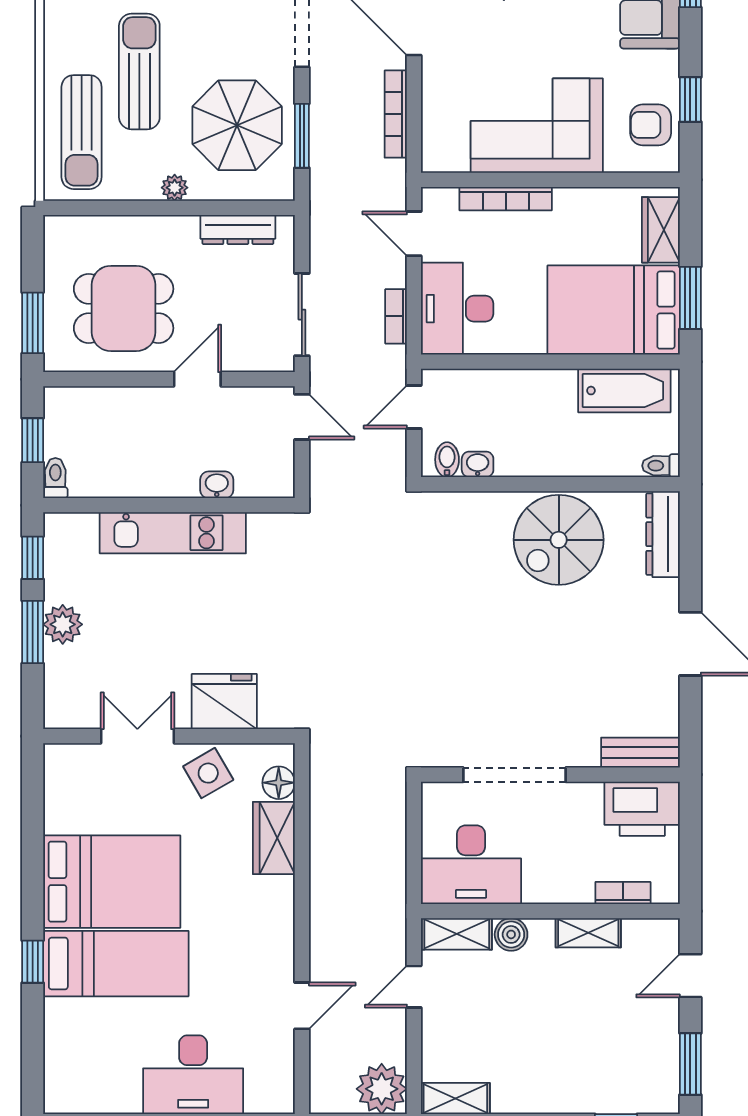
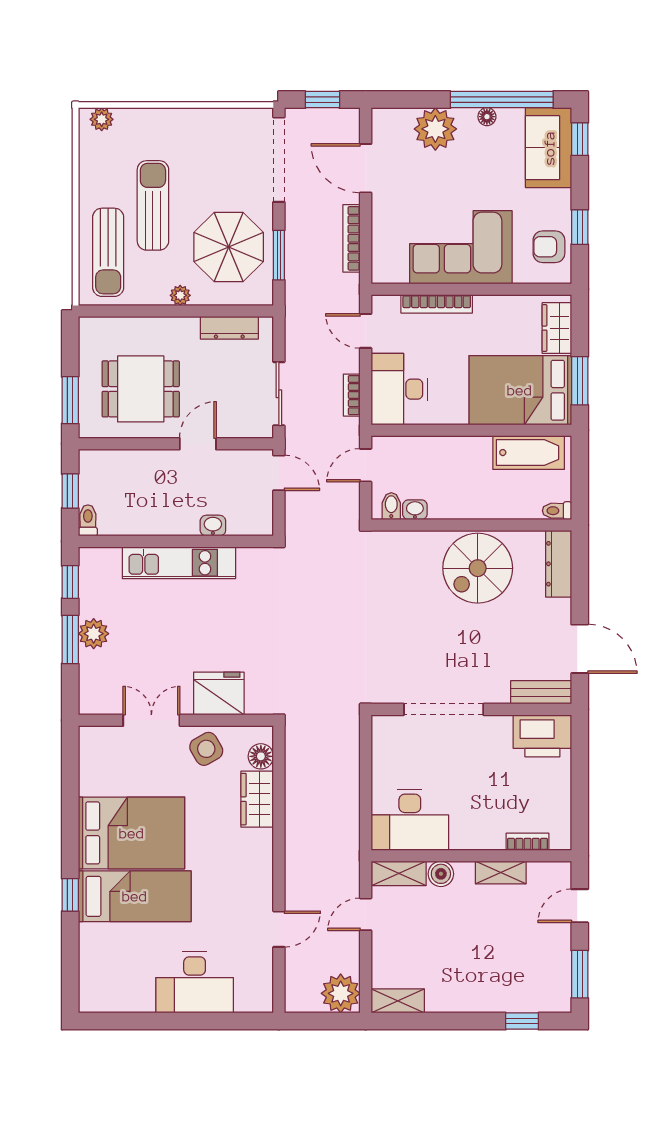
bench: (640, 753) -> (541, 692), moved
doorway: (515, 775) -> (444, 709), moved
wall: (550, 775) -> (471, 709), moved
printer: (642, 809) -> (542, 736), moved

